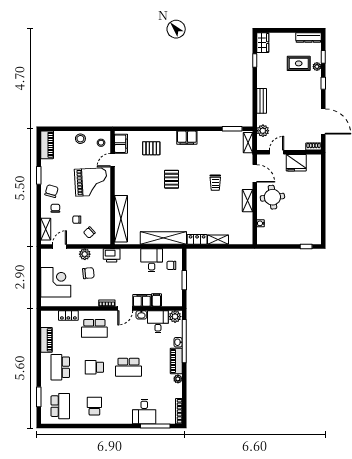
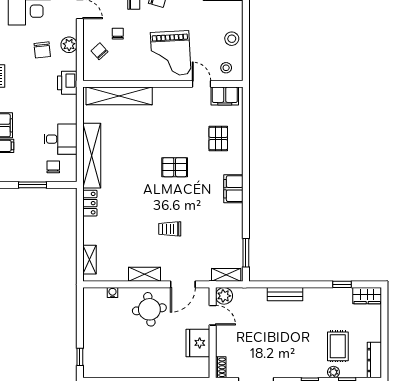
plant: (263, 131) -> (224, 296), moved
shelving: (218, 240) -> (90, 260), moved

